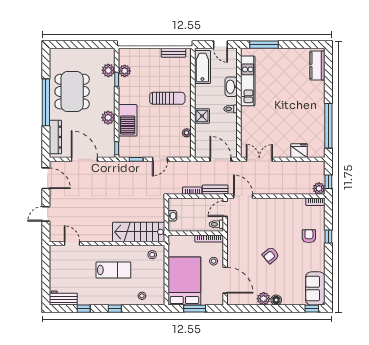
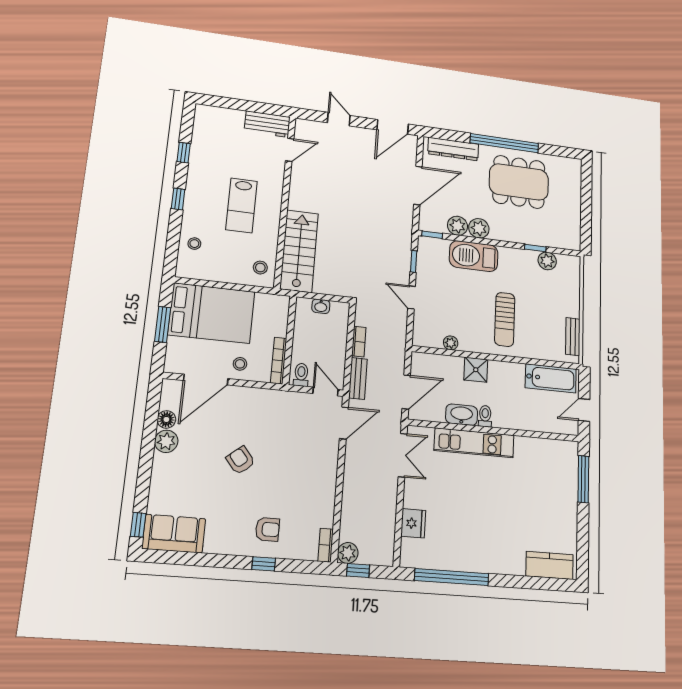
plant: (108, 70) -> (457, 226), moved
kitchen unit: (248, 81) -> (474, 443), moved
washbasin: (231, 87) -> (462, 415), moved
workbench: (63, 298) -> (267, 124), moved, turned 90
floor lamp: (276, 300) -> (166, 419), moved

